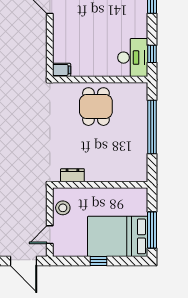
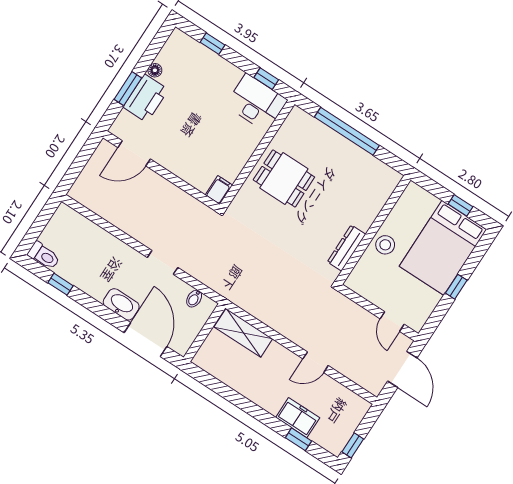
dresser: (72, 175) -> (347, 248), width x1.44
stool: (63, 208) -> (385, 245), moved
window: (152, 230) -> (461, 205), width x0.46
door: (24, 261) -> (402, 369), hinge flipped

